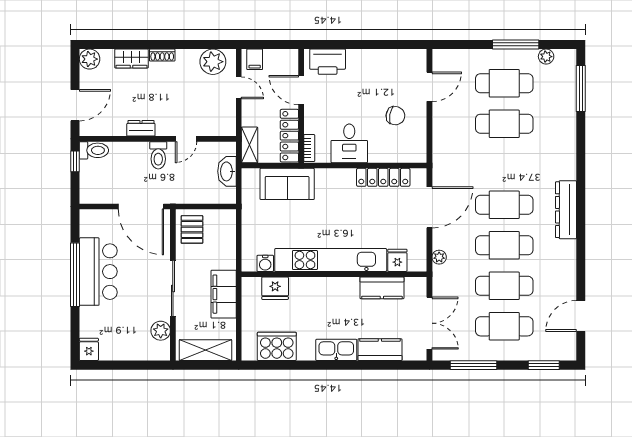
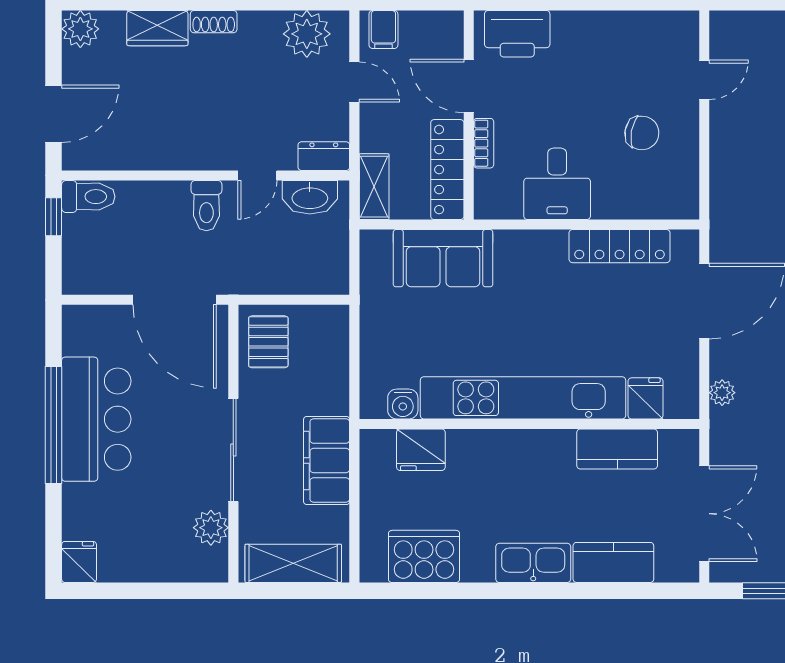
door: (429, 87) -> (704, 80), width x0.73
dresser: (141, 128) -> (324, 156), moved
bookcase: (309, 148) -> (484, 143), moved
washbasin: (227, 171) -> (310, 197), moved, turned -90

